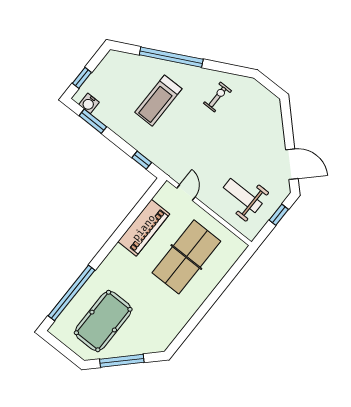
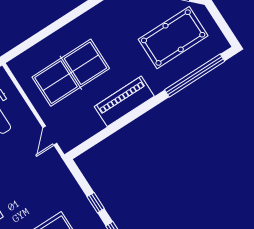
window: (142, 160) -> (96, 203), moved
piano: (144, 228) -> (124, 101), moved

